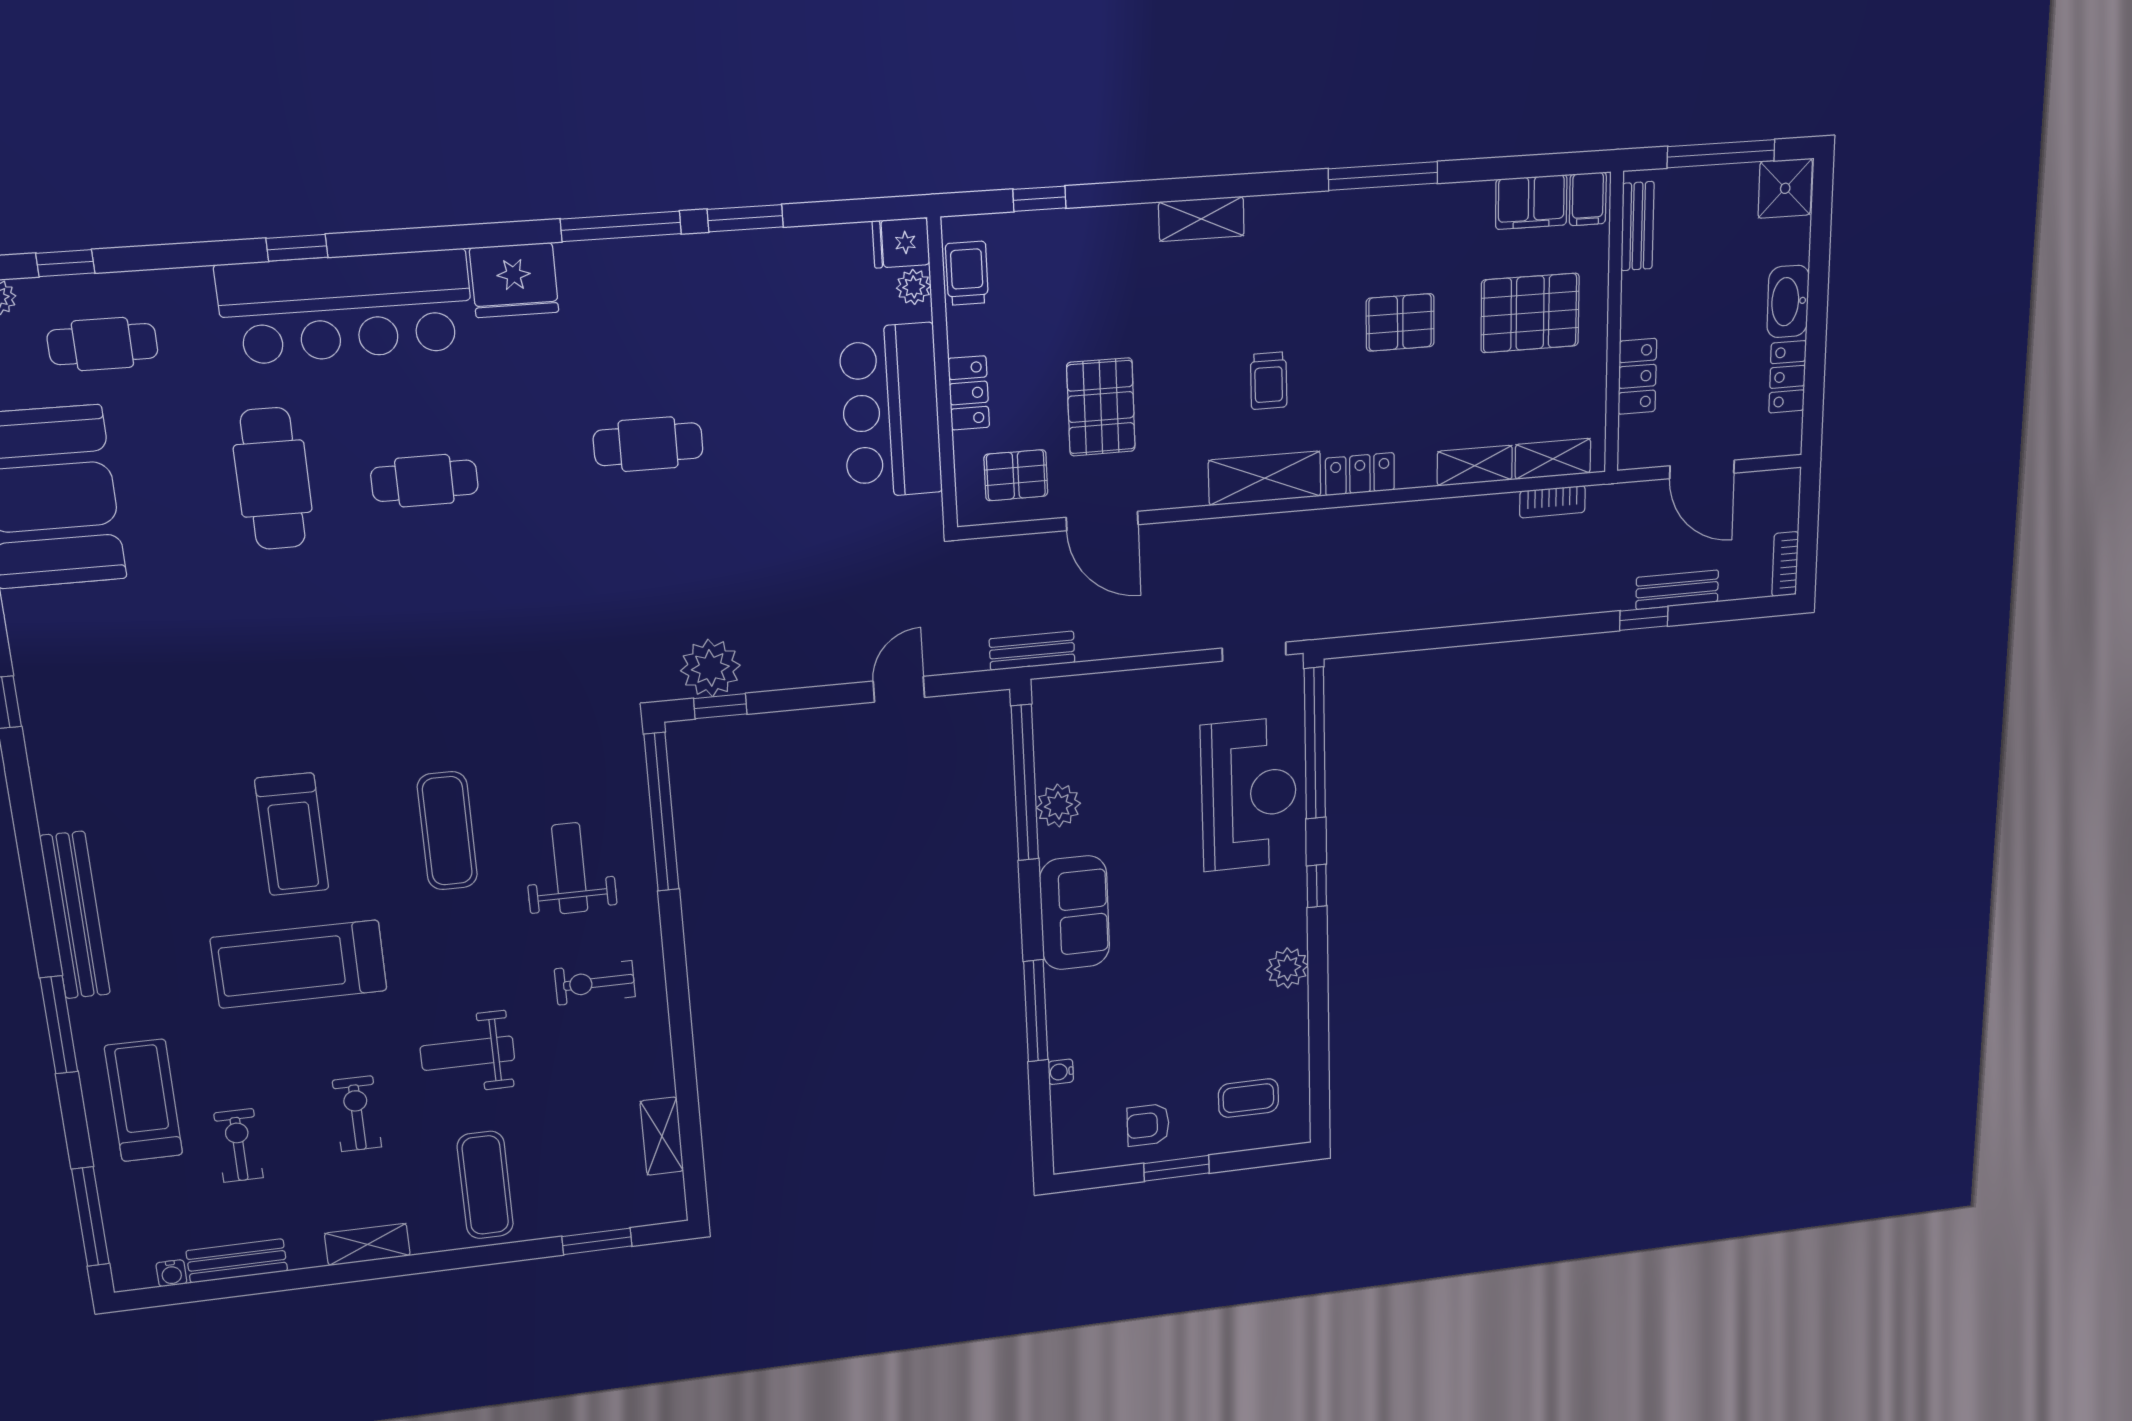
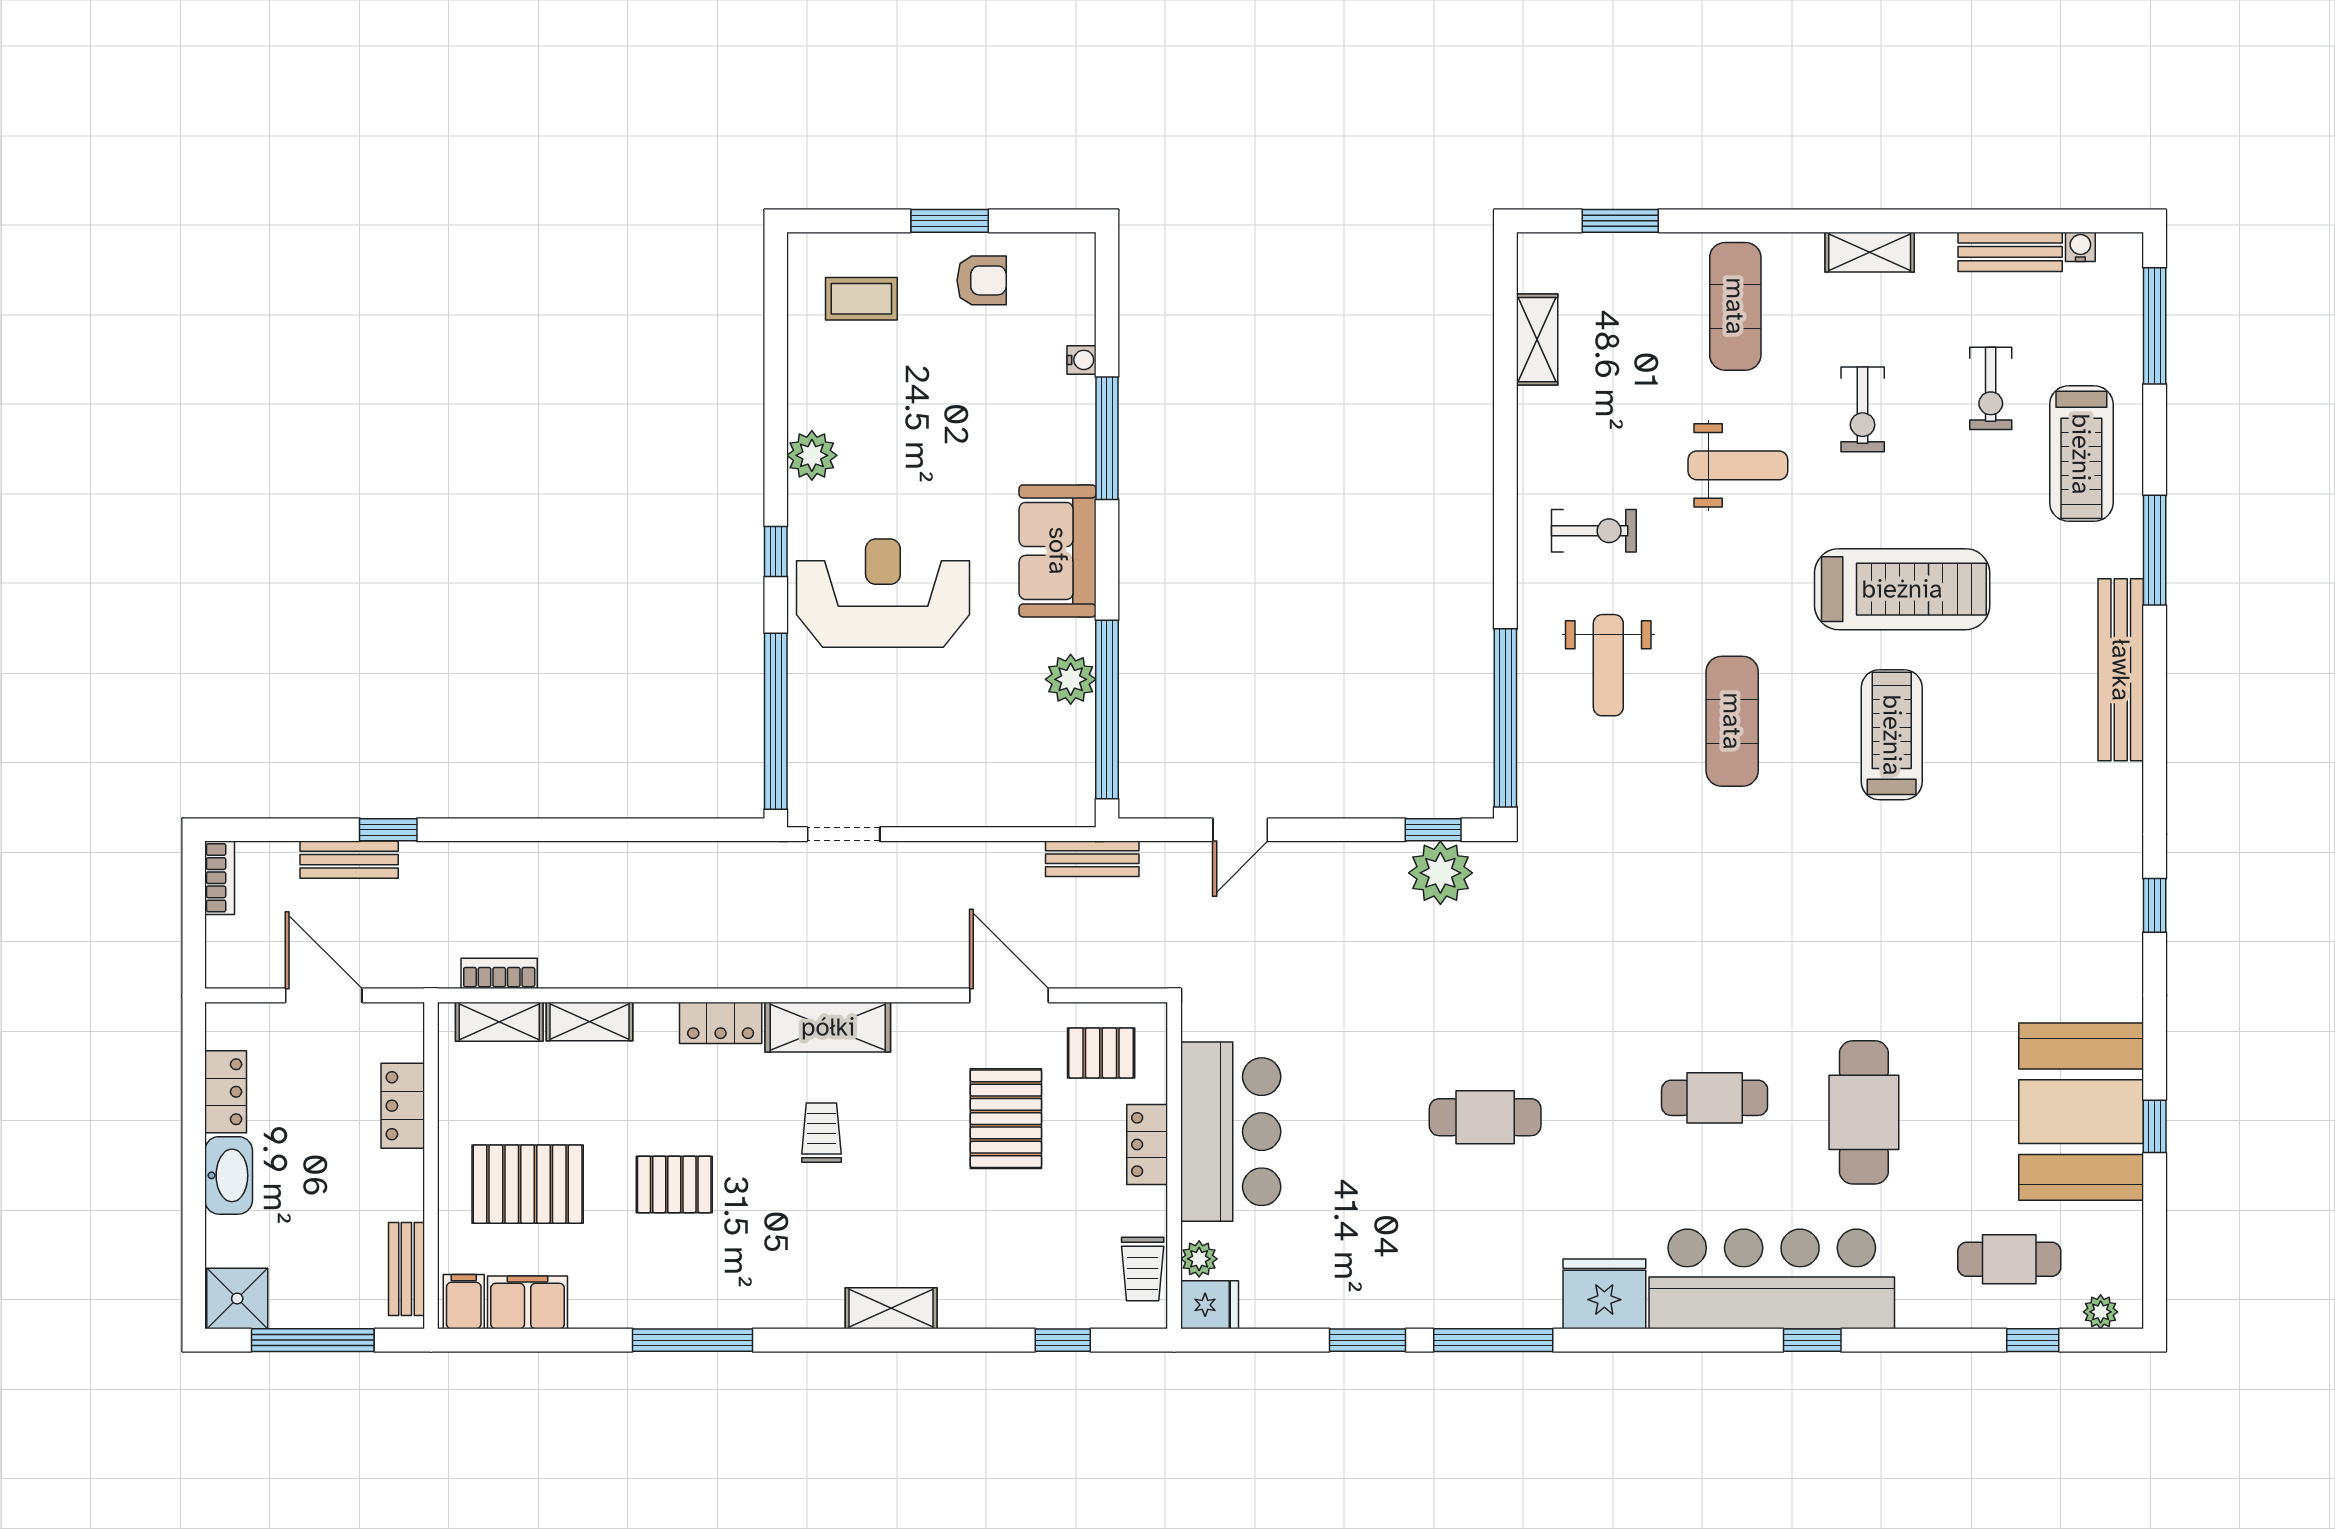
reception desk: (1249, 794) -> (883, 593), moved, turned 90

